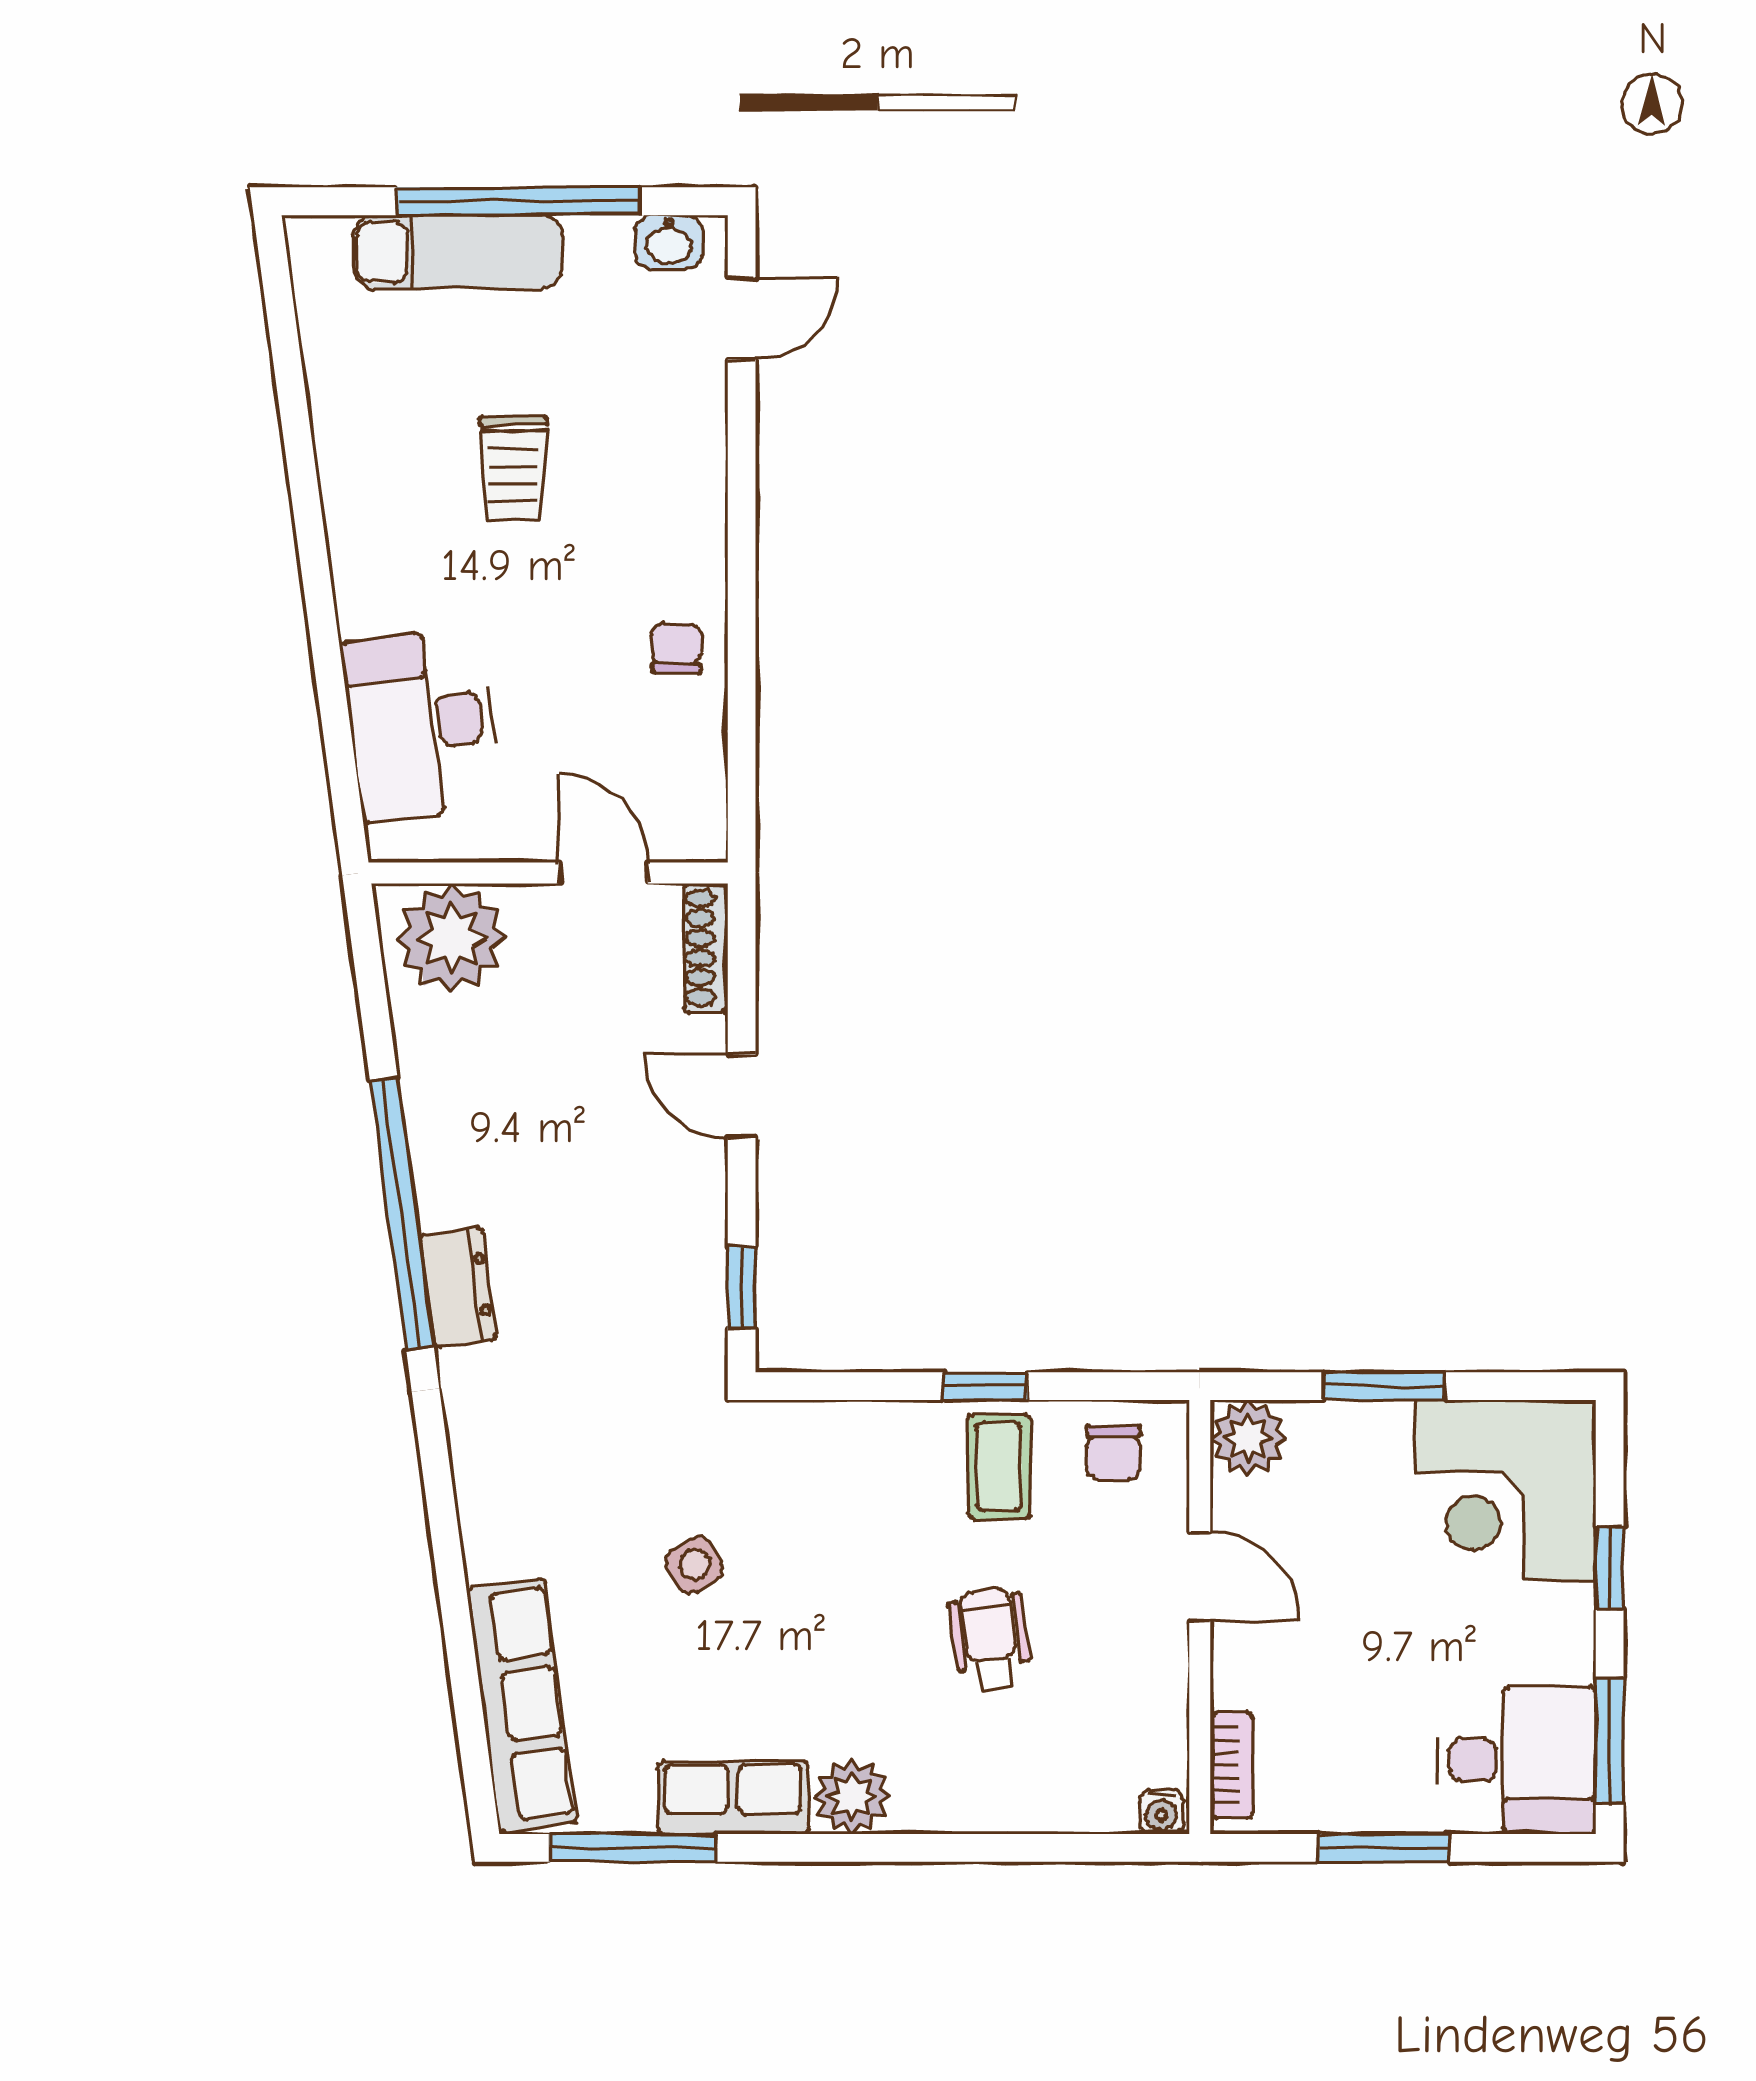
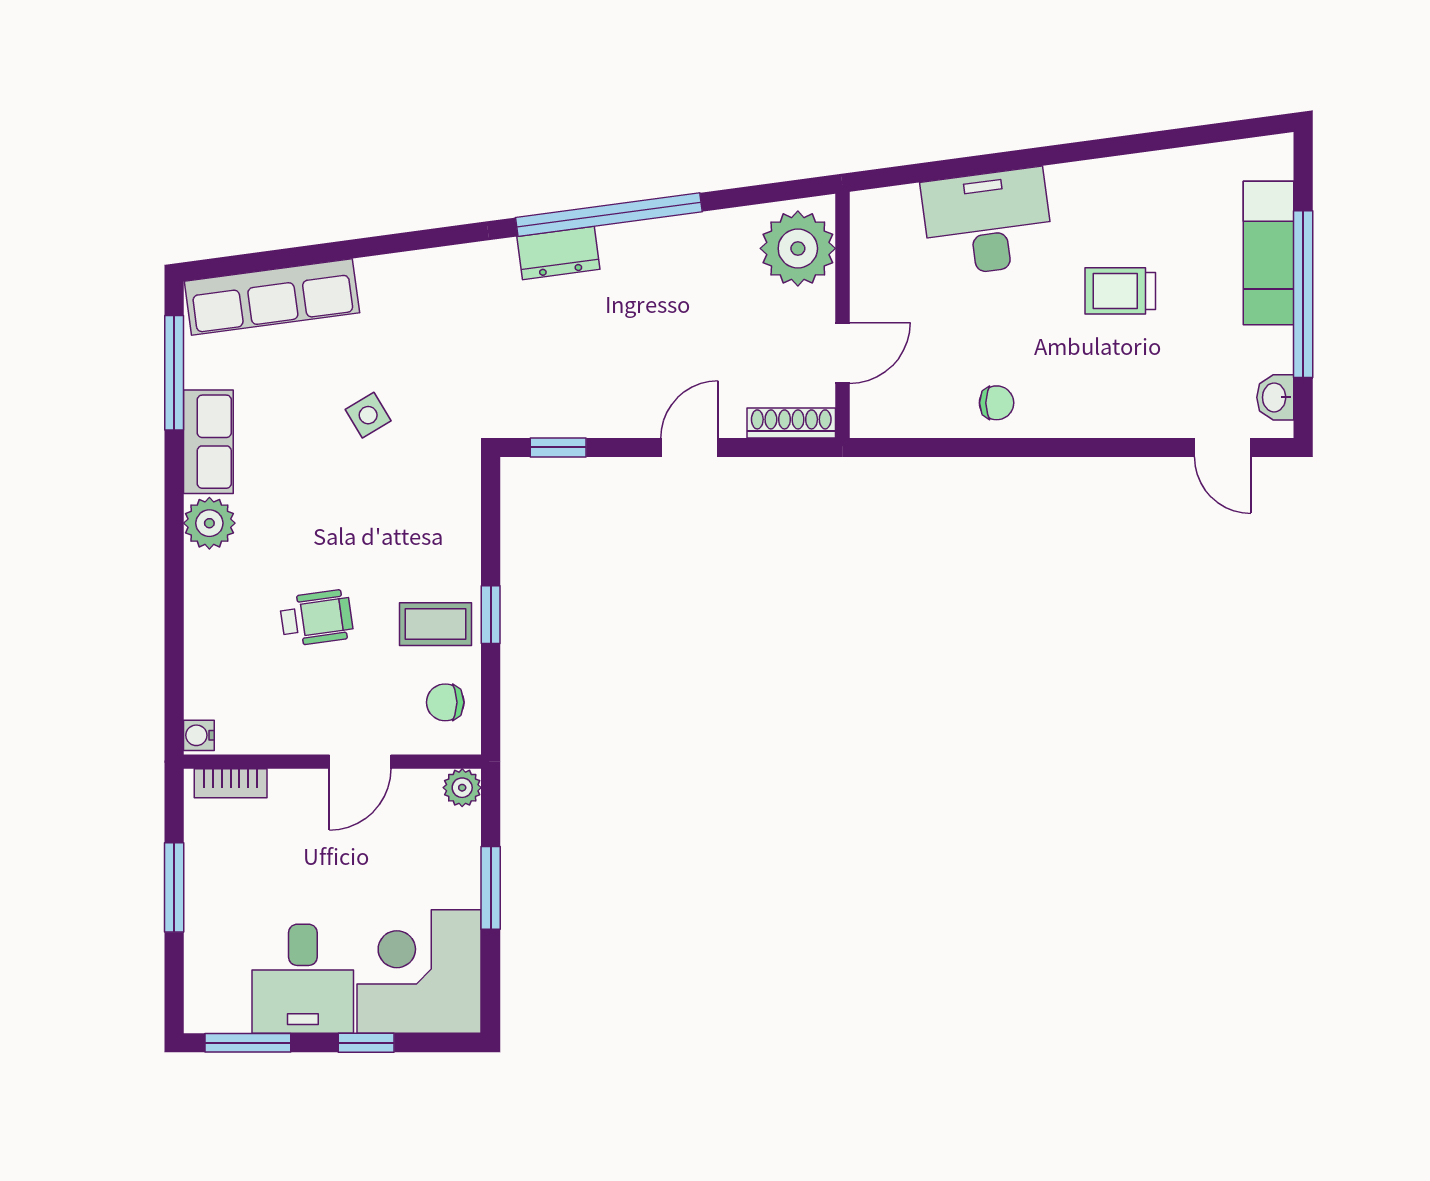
desk: (422, 724) -> (988, 222), moved
plant: (1248, 1438) -> (462, 788), width x0.73, depth x0.73
desk: (1516, 1760) -> (303, 979), moved

